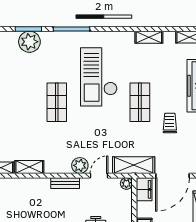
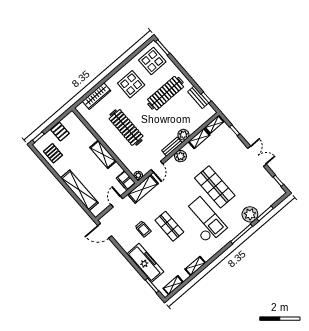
plant: (29, 42) -> (250, 214), moved
shop shelf: (57, 102) -> (215, 187), width x1.43, depth x1.36
plant: (80, 165) -> (180, 156), moved
door: (173, 176) -> (117, 202), width x0.53
plant: (42, 185) -> (183, 135), added

